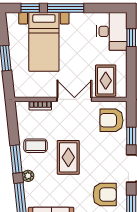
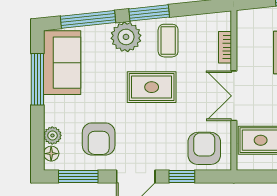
double door: (74, 99) -> (234, 96), swing flipped
plant: (28, 176) -> (126, 37), width x1.88, depth x1.88

